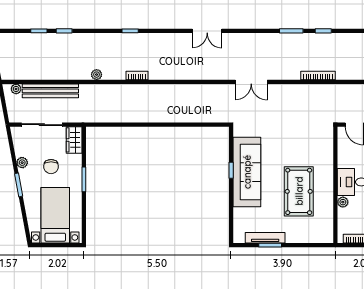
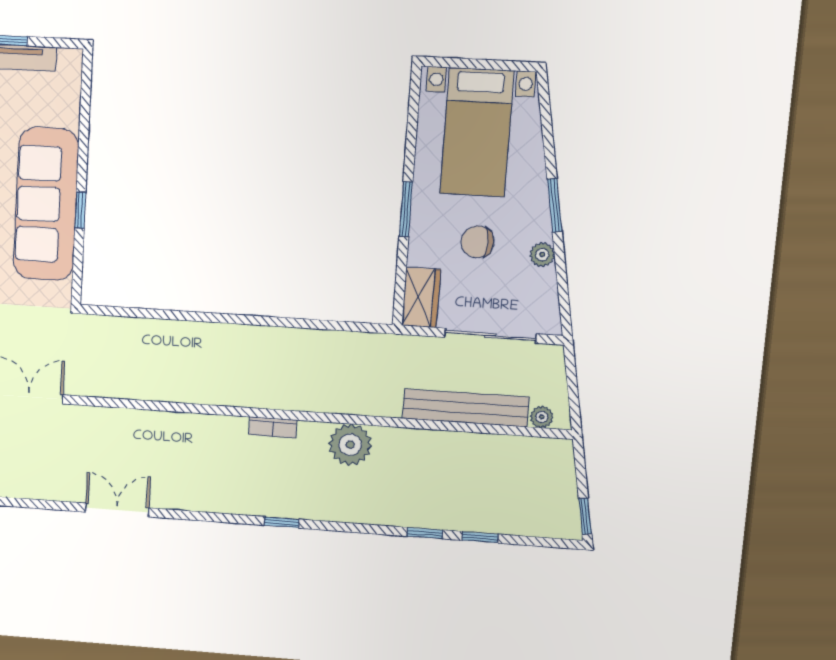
plant: (97, 75) -> (350, 445), width x1.88, depth x1.88
chair: (51, 167) -> (478, 242), turned -90

